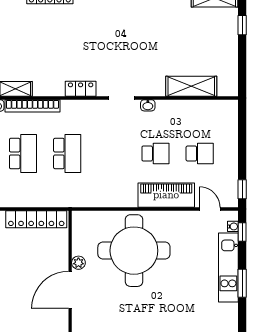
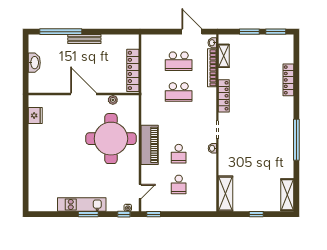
window: (242, 25) -> (256, 214), moved
shelving: (191, 86) -> (226, 194), moved
locker: (81, 89) -> (224, 96), width x1.53
piano: (166, 195) -> (150, 145), moved
plant: (78, 263) -> (113, 100), moved
kitchen unit: (228, 267) -> (82, 204), moved

